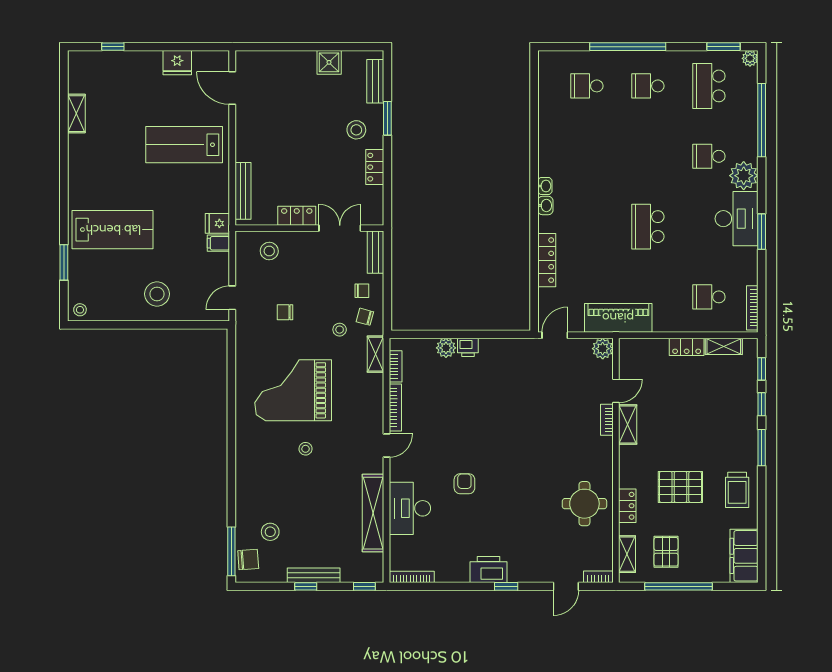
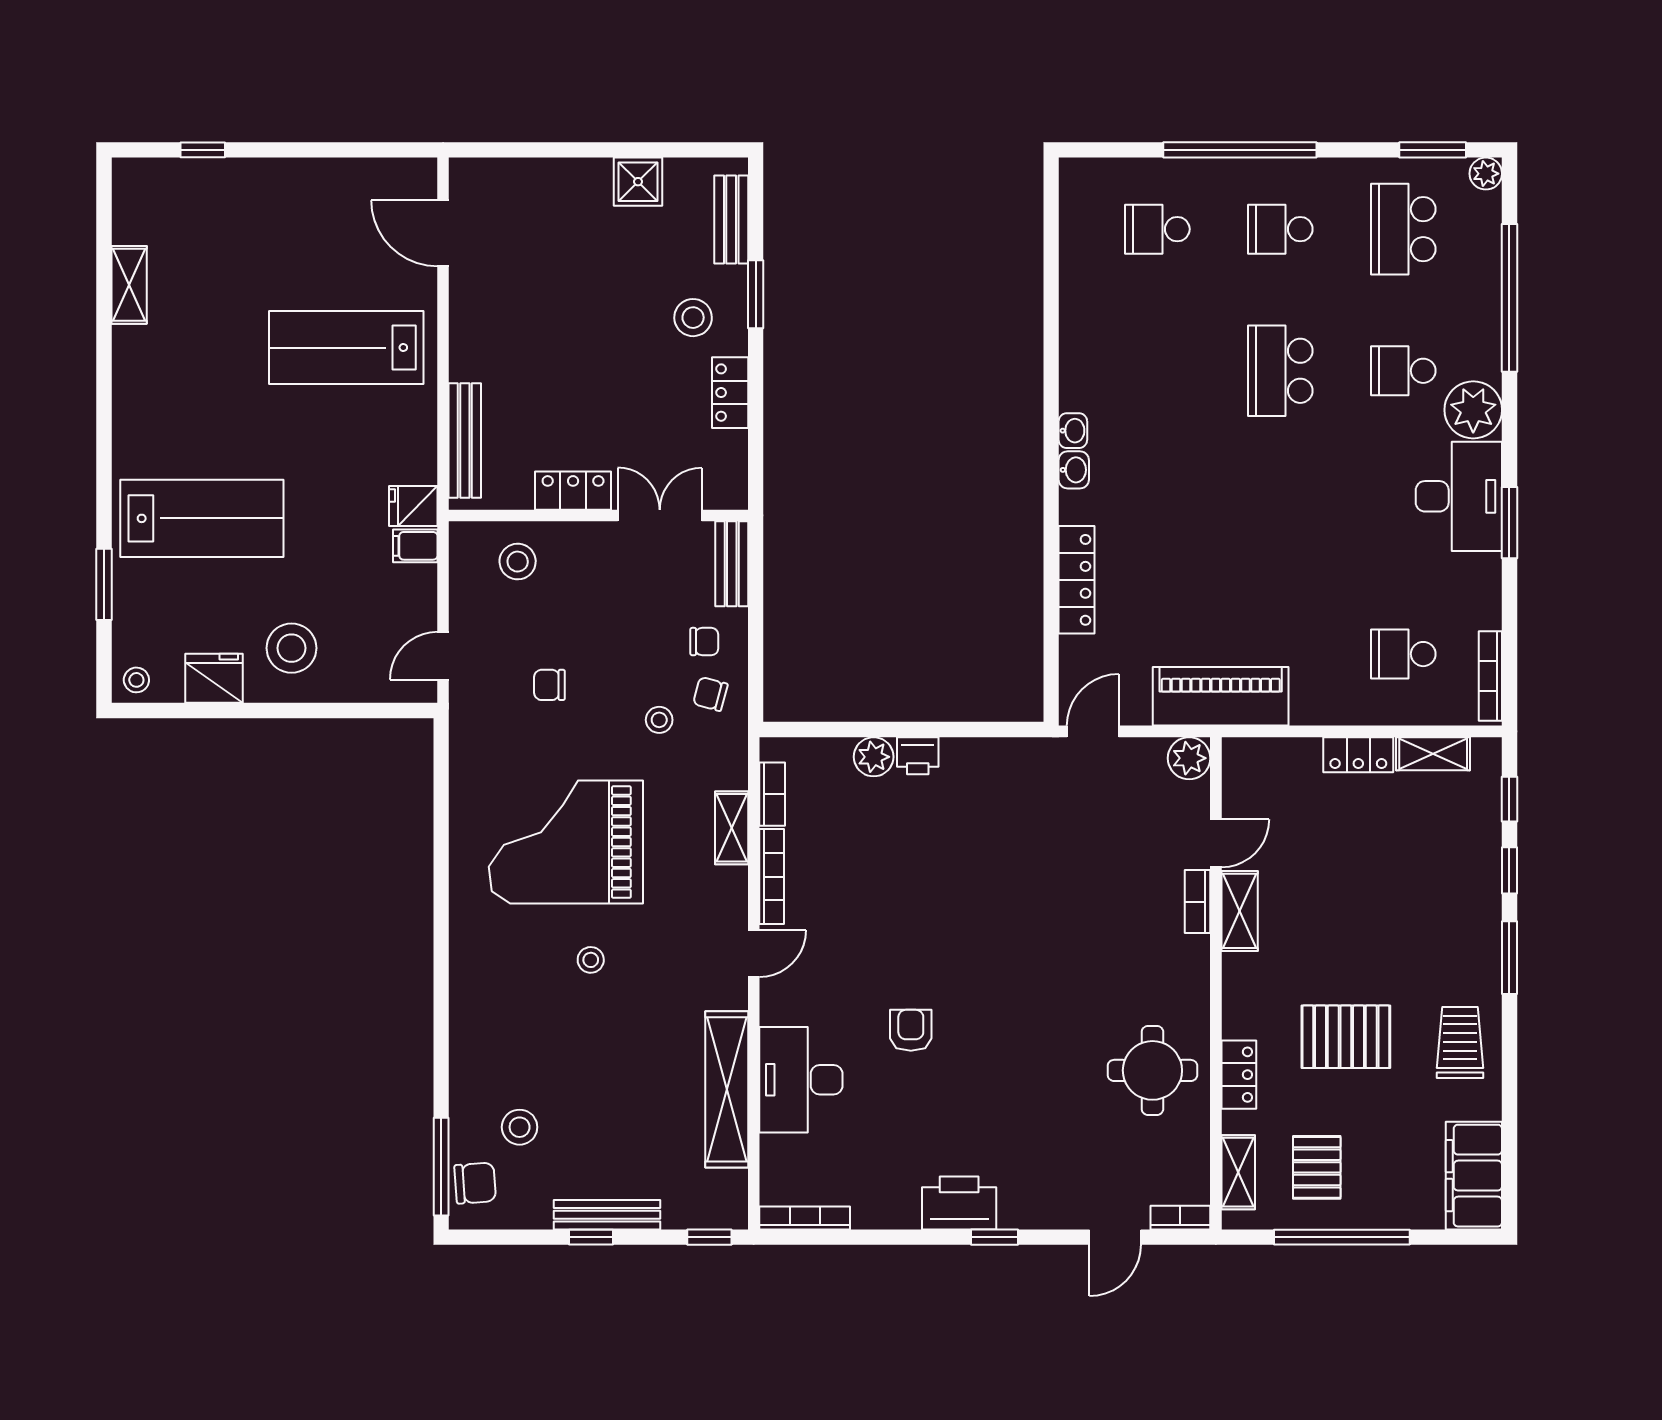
fridge: (177, 63) -> (214, 678), moved, turned 180
school desk: (648, 227) -> (1280, 371), moved
shelving: (375, 354) -> (732, 828), moved
trolley: (737, 490) -> (1460, 1043), turned 180

